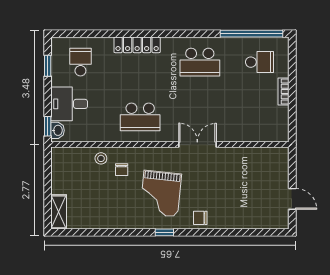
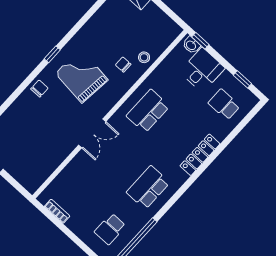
school desk: (80, 62) -> (224, 104), turned 180
bookcase: (284, 92) -> (57, 211), moved

